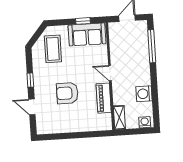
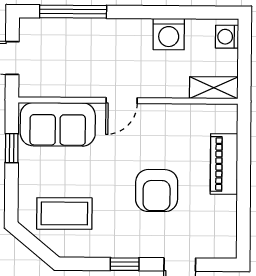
sofa: (87, 34) -> (58, 124), moved, turned 90
piano: (104, 98) -> (224, 164), moved, turned 90

